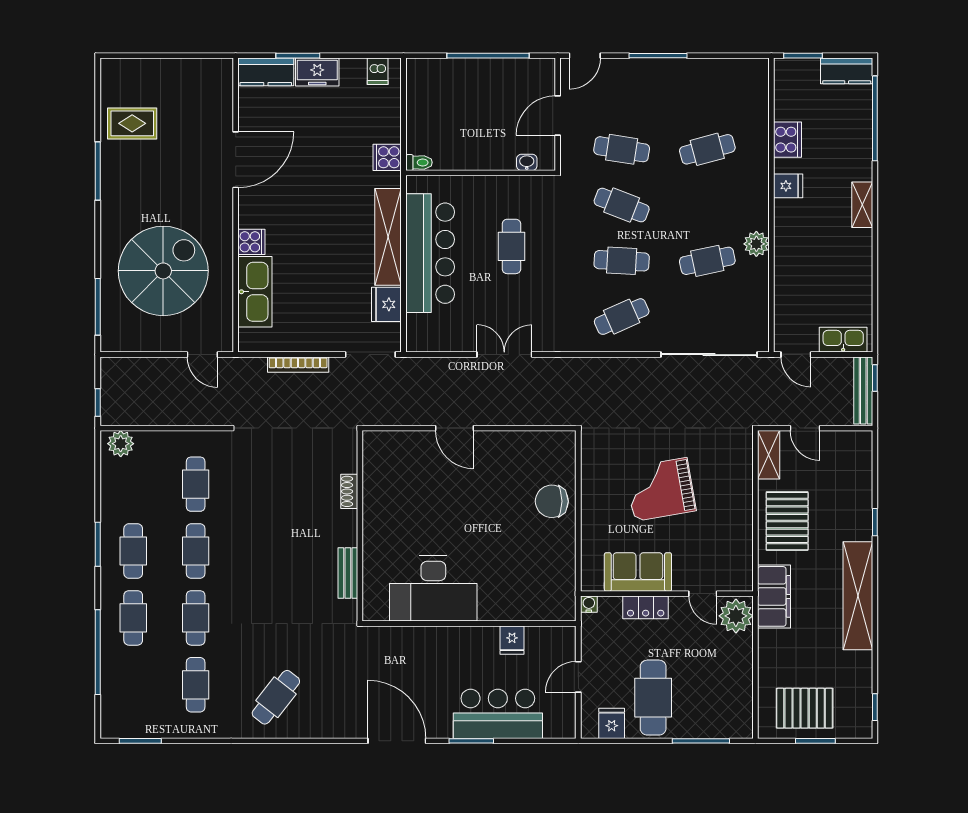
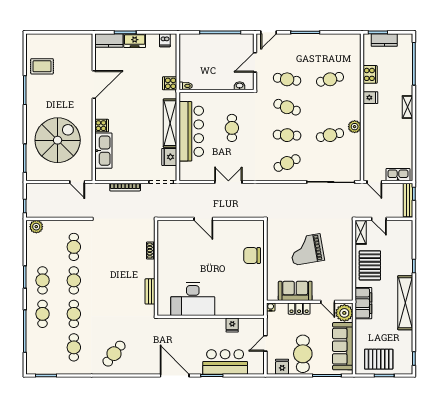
kitchen counter: (847, 71) -> (384, 40), moved
sofa: (733, 682) -> (343, 346), added

